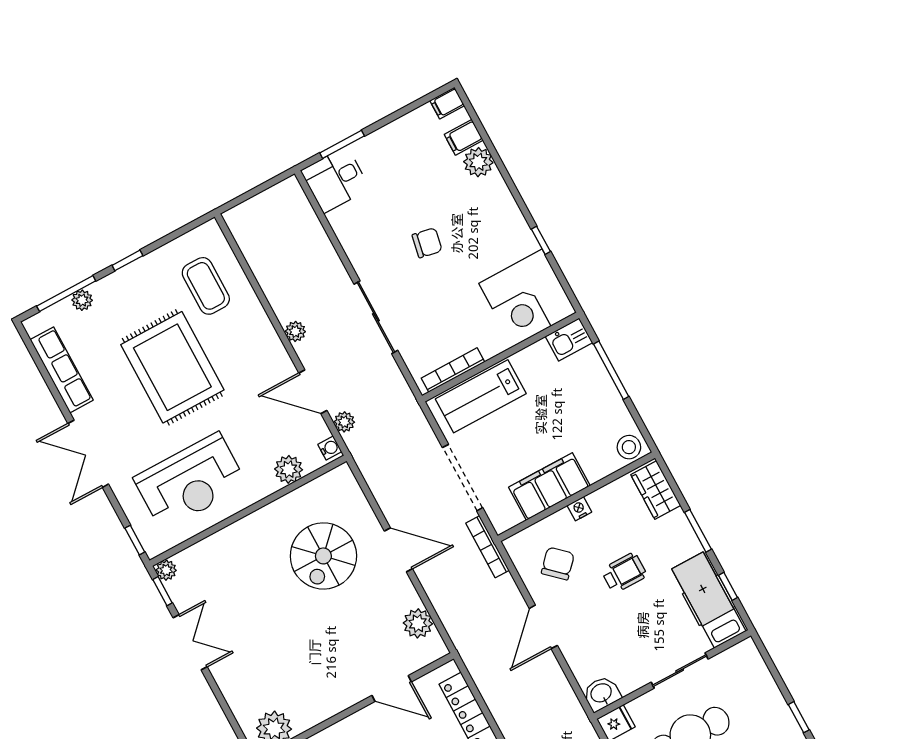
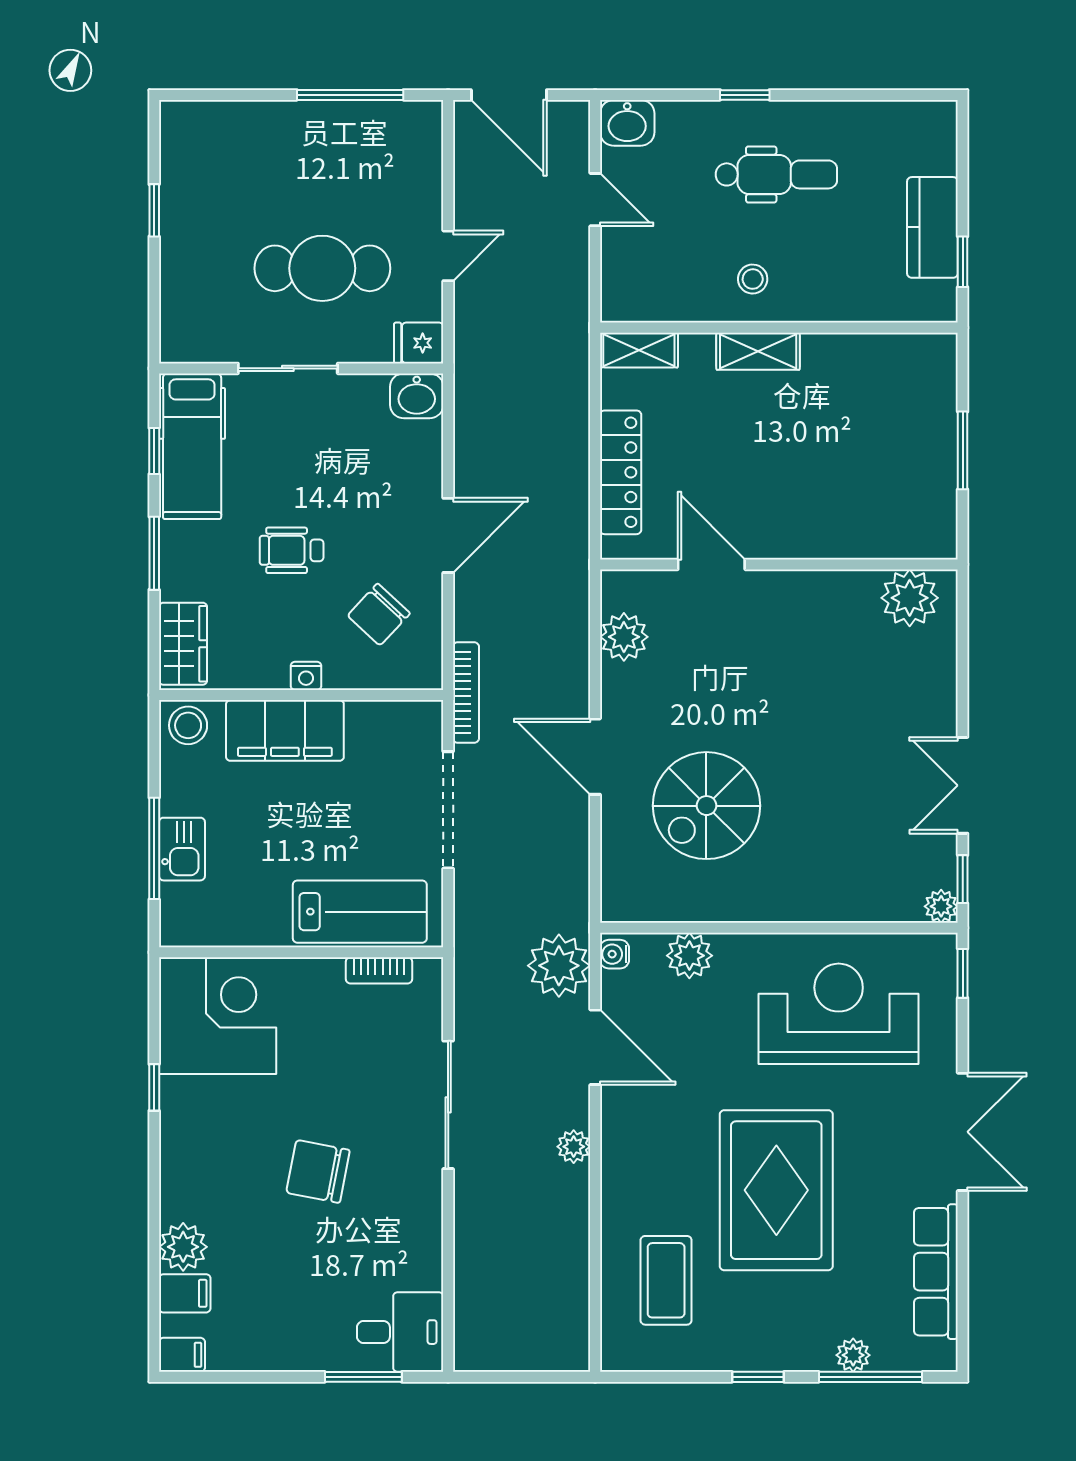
chair: (427, 243) -> (318, 1171), width x1.37, depth x1.37
kitchen sink: (569, 340) -> (182, 849), moved, turned 90
bookcase: (453, 370) -> (379, 970), width x0.64
plant: (344, 422) -> (559, 966), width x1.88, depth x1.88
filing cabinet: (549, 487) -> (285, 730), moved
spiral stairs: (323, 556) -> (706, 806), turned 180

